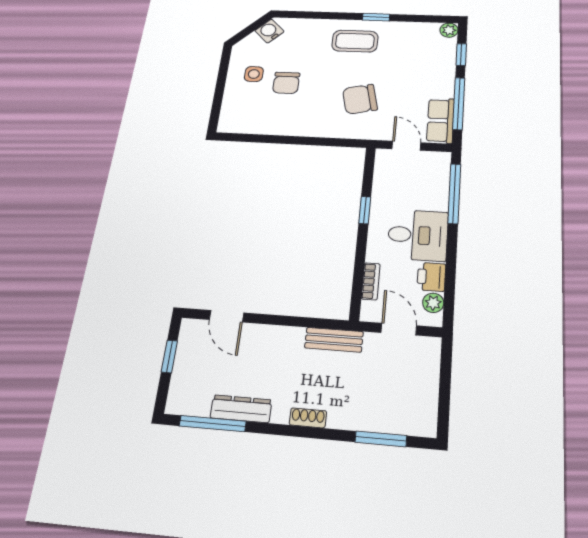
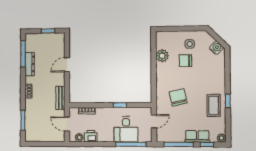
coffee table: (355, 41) -> (214, 105), moved
row of seats: (441, 121) -> (197, 136), moved
plant: (269, 123) -> (162, 56), added
desk: (418, 235) -> (126, 129), moved
door: (227, 316) -> (67, 65), moved
door: (399, 329) -> (67, 124), swing flipped

